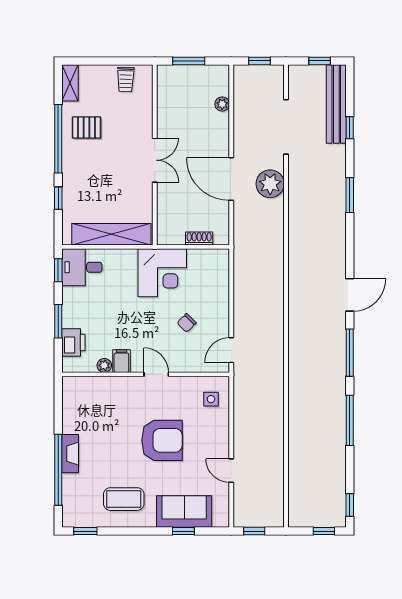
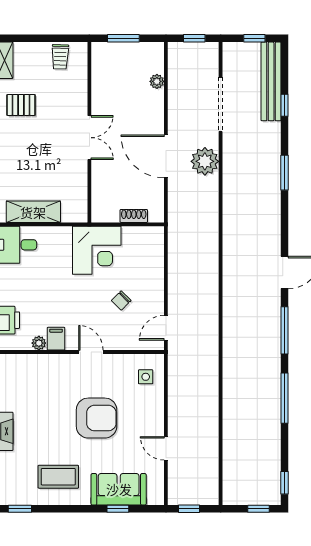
shelving: (111, 234) -> (33, 212), width x0.68

